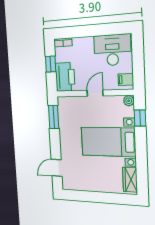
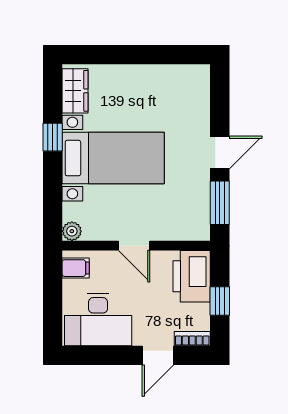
door: (80, 32) -> (158, 355), added
door: (95, 93) -> (134, 246), hinge flipped
window: (140, 118) -> (53, 137), moved
door: (57, 168) -> (220, 153), moved

